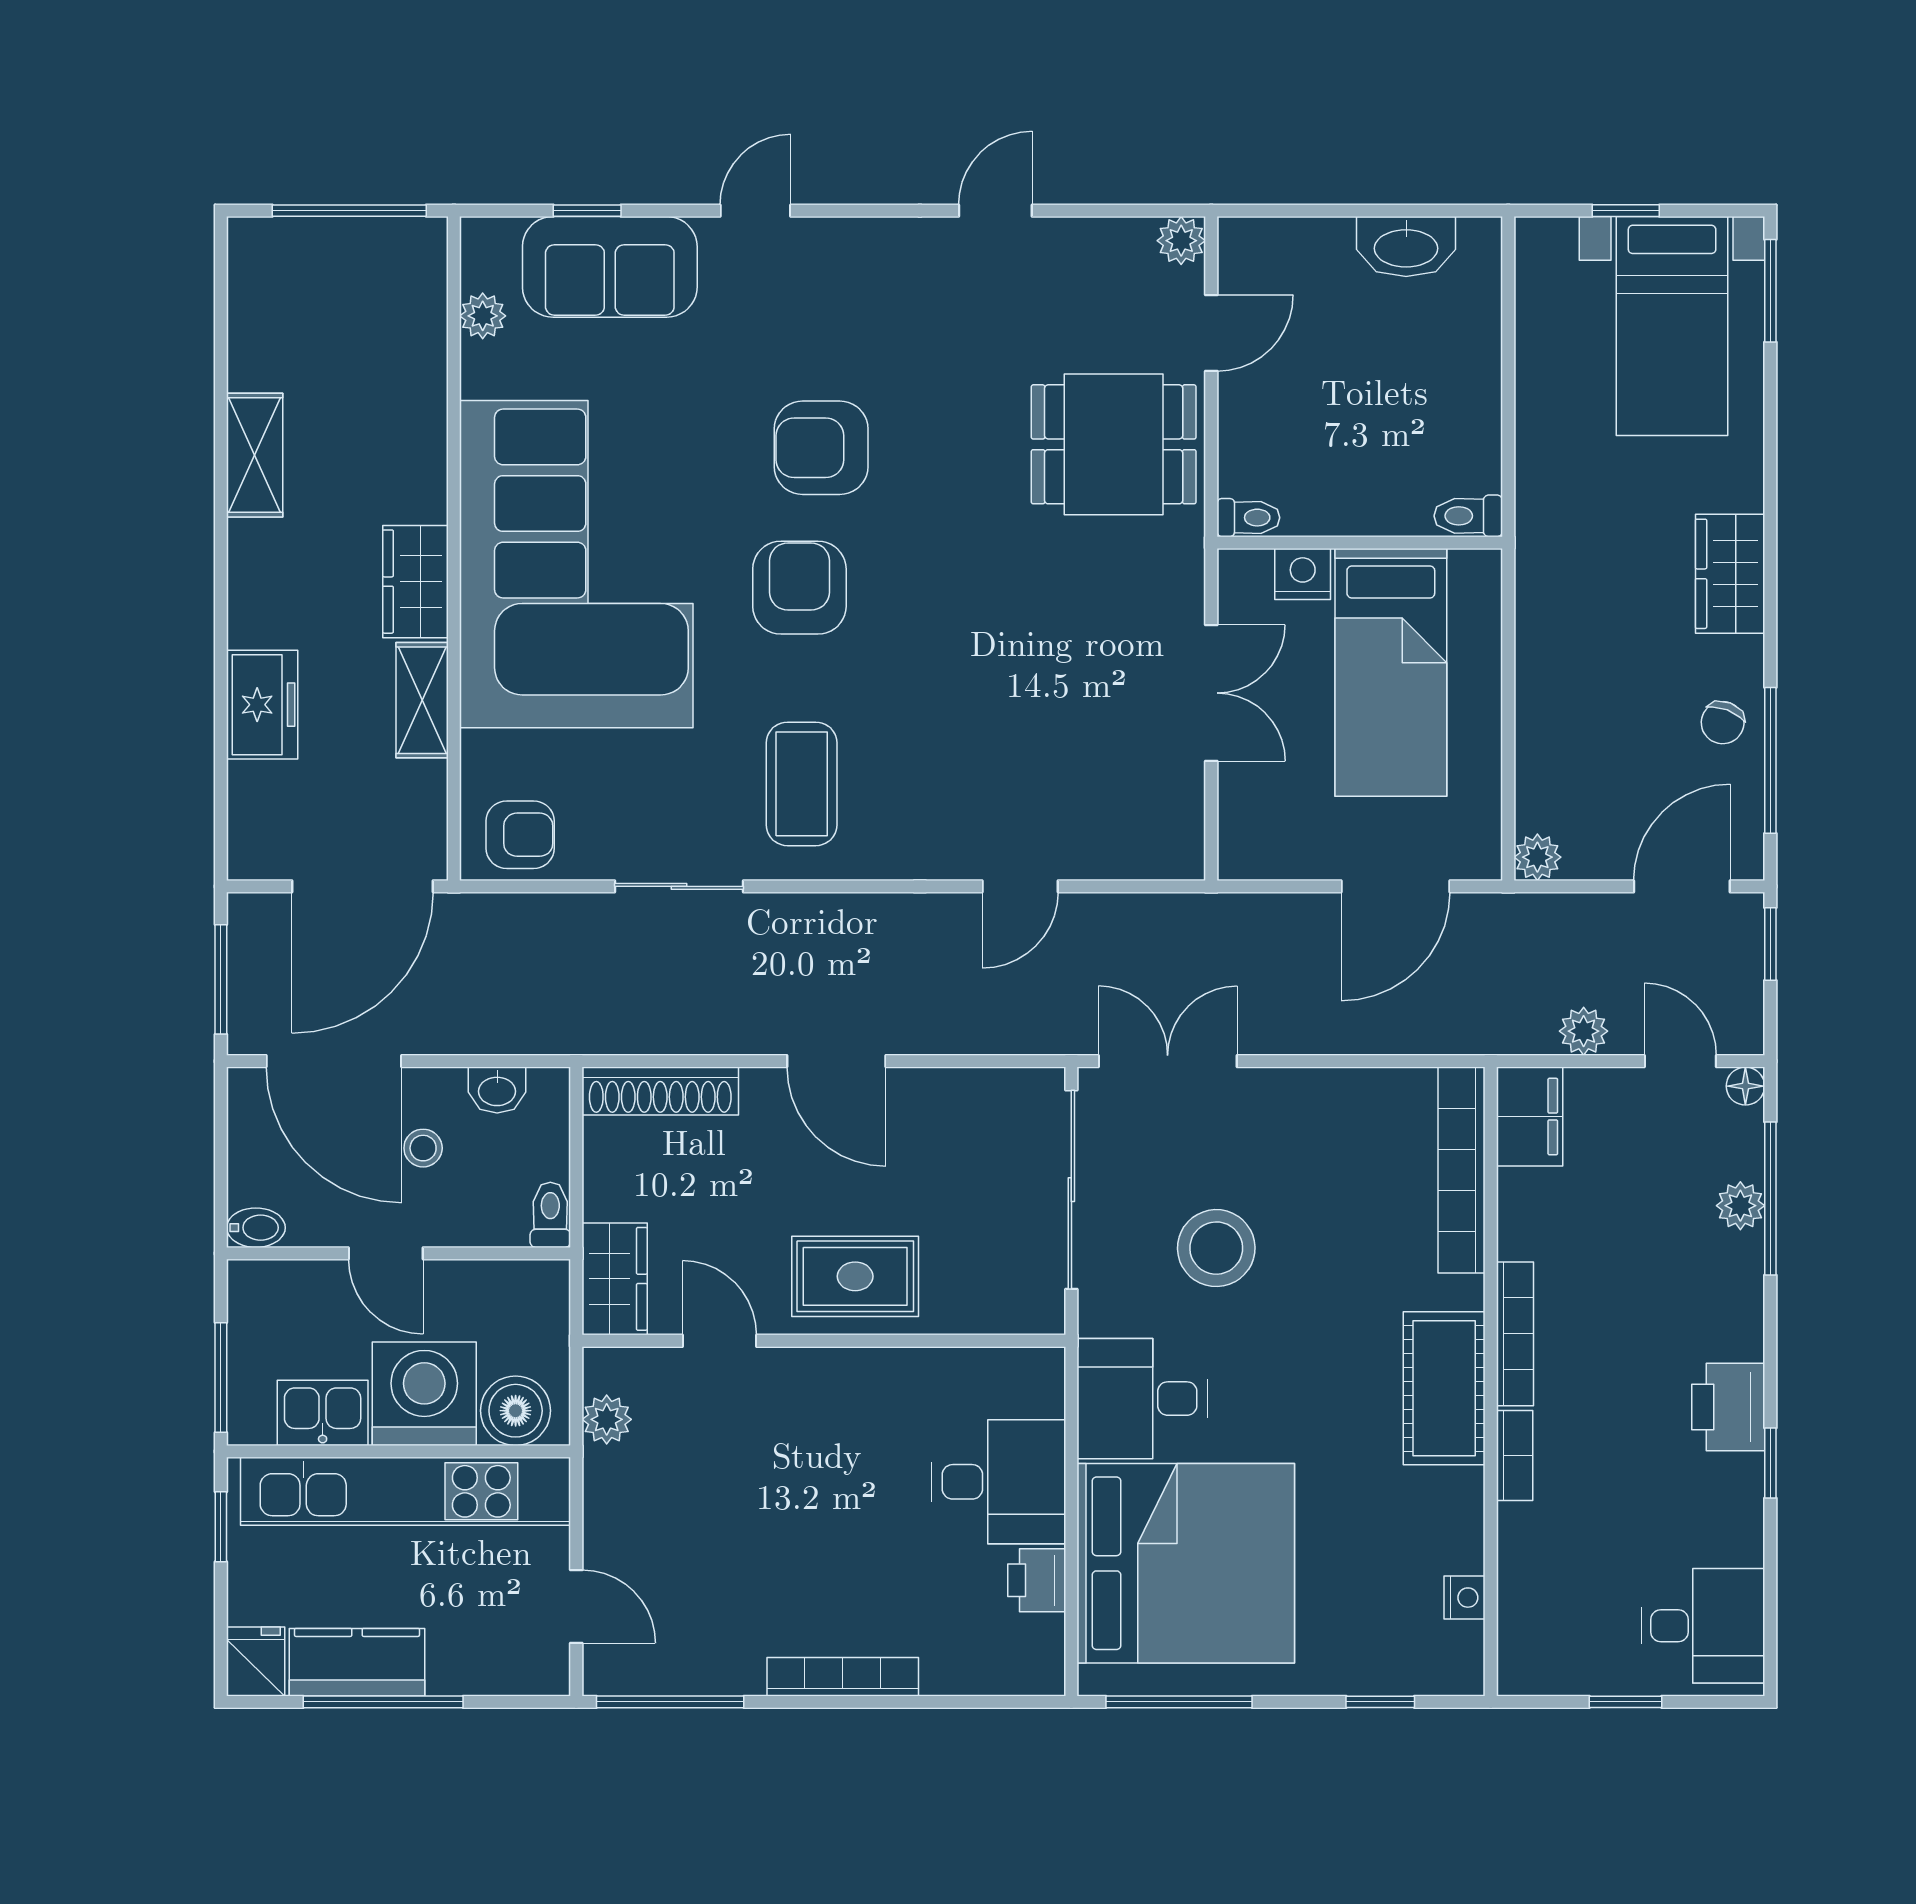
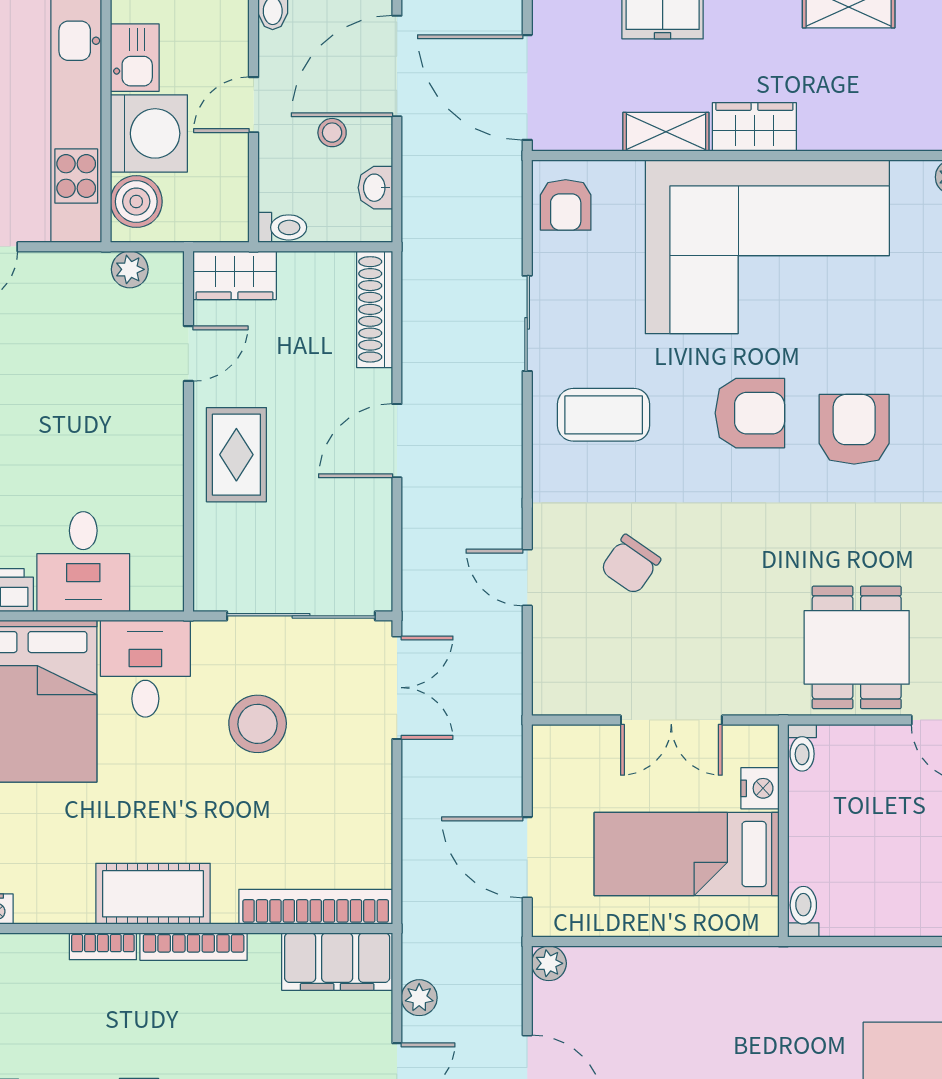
chair: (1002, 748) -> (631, 564), added
filing cabinet: (1530, 1117) -> (337, 962), width x1.50, depth x1.17

